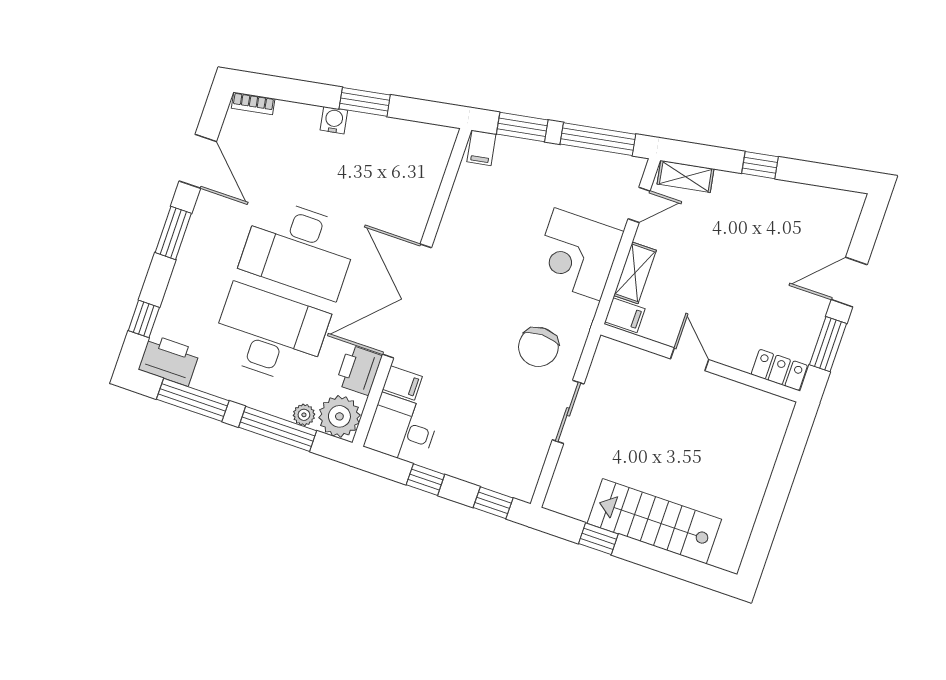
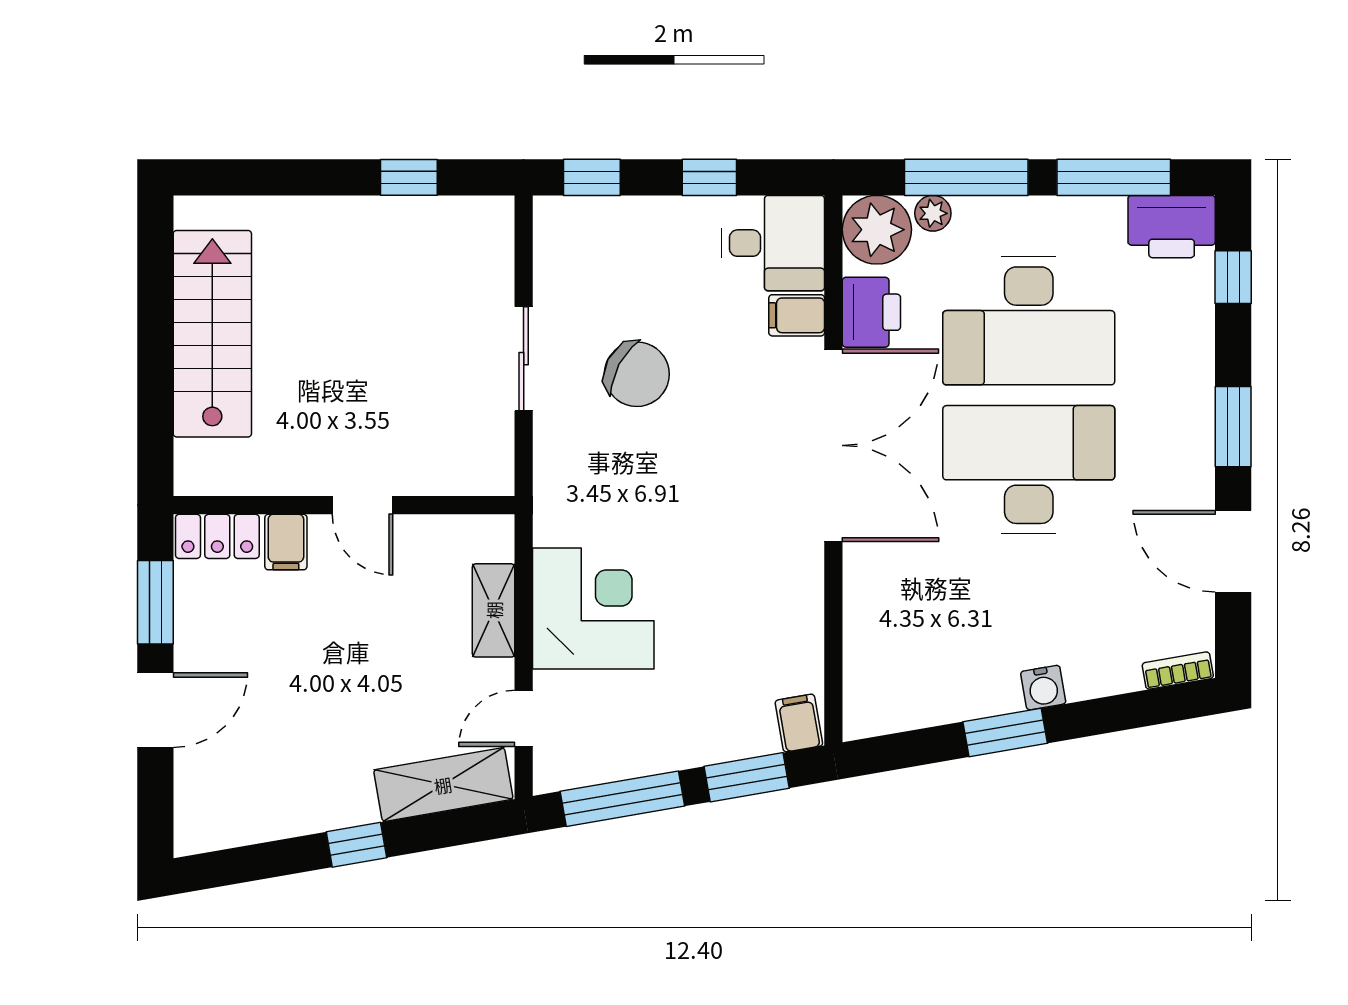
shelving: (686, 176) -> (443, 785), width x1.50, depth x1.33
filing cabinet: (625, 315) -> (286, 542), moved, turned -90
chair: (538, 347) -> (637, 374), moved, turned 118
stairs: (654, 521) -> (212, 334), moved, turned -90

